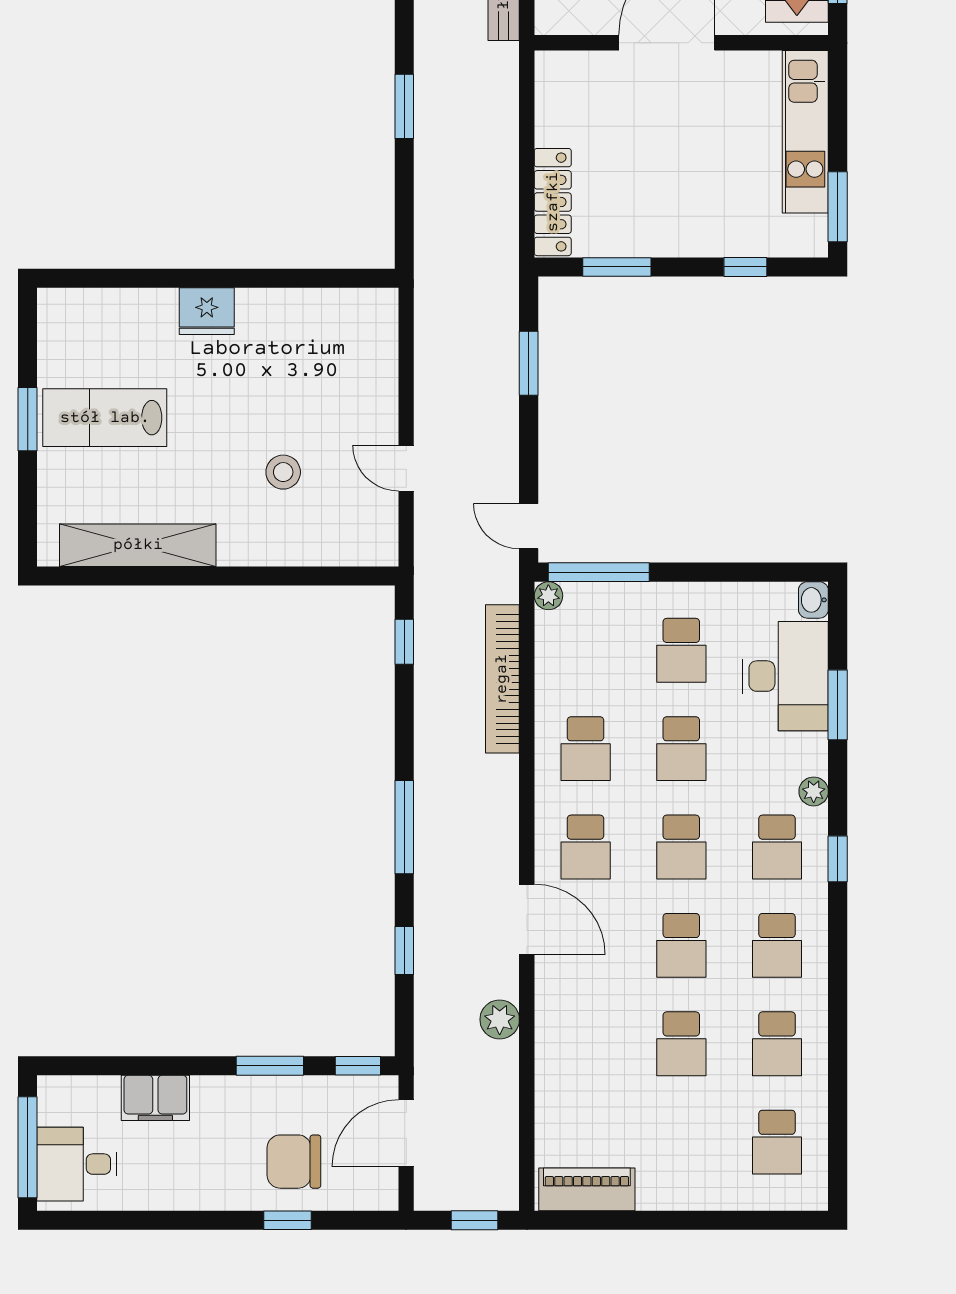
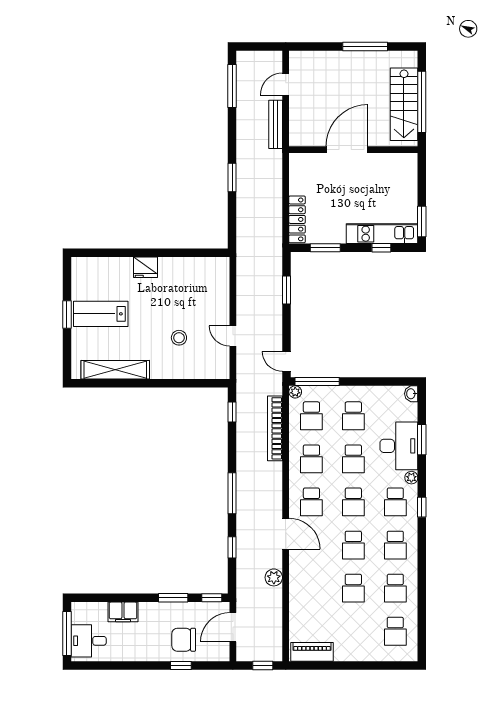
kitchen unit: (805, 132) -> (382, 234), moved, turned 90
school desk: (586, 650) -> (311, 416), added
desk: (785, 676) -> (399, 446), moved

